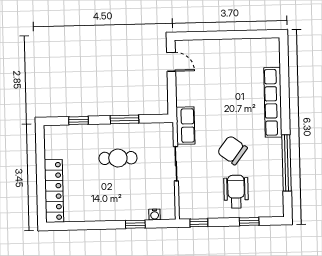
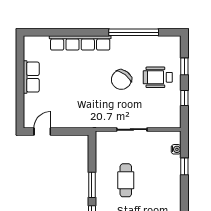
window: (124, 119) -> (92, 185), moved
row of seats: (186, 126) -> (31, 77), moved, turned 90
window: (199, 223) -> (184, 98), moved

